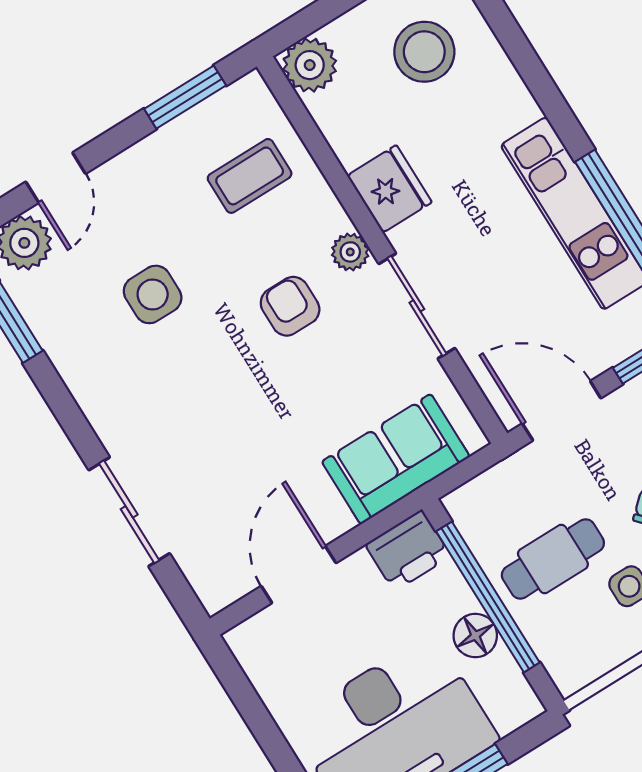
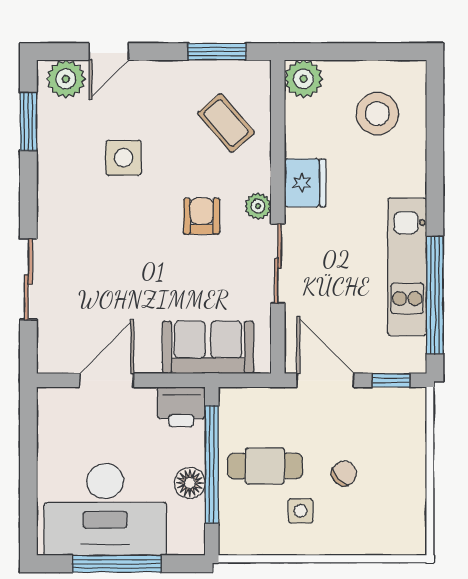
coffee table: (250, 176) -> (226, 123), turned 49

